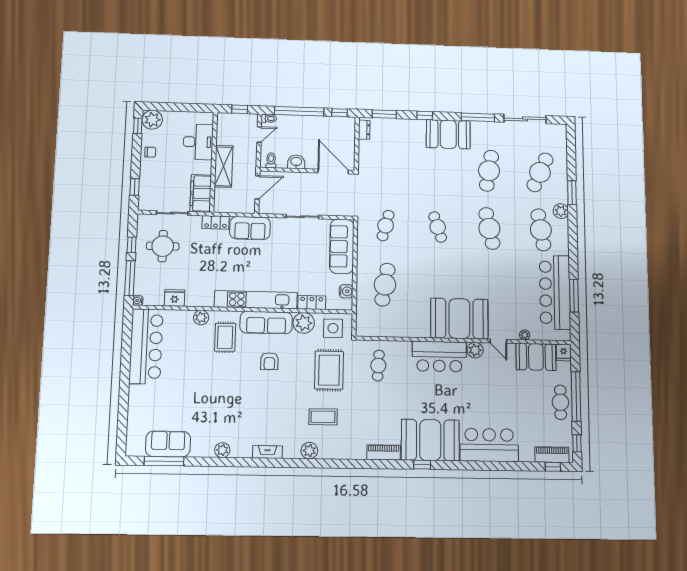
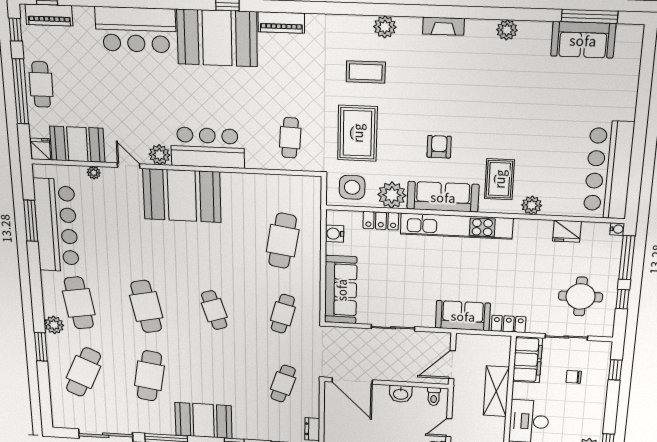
chair: (150, 152) -> (574, 377), moved
cafe table: (386, 168) -> (283, 384), added

